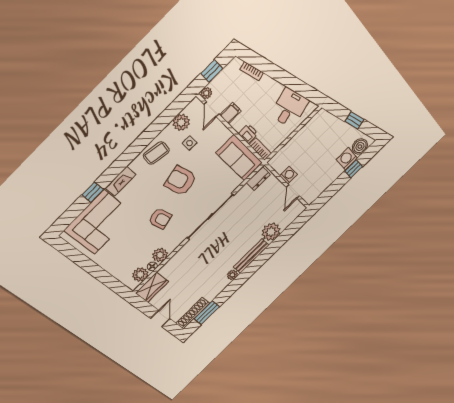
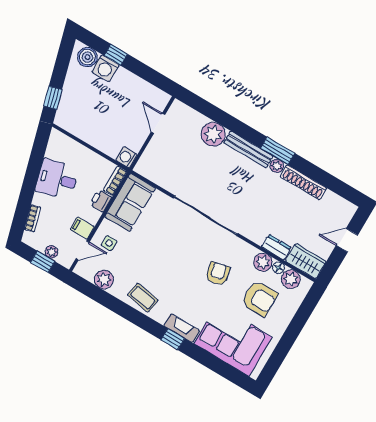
plant: (206, 93) -> (51, 252), moved
desk: (289, 108) -> (57, 179), moved
window: (355, 120) -> (53, 98), moved
side table: (190, 143) -> (109, 243), moved
washing machine: (288, 175) -> (126, 157), moved
dresser: (258, 179) -> (276, 247), moved
armchair: (181, 181) -> (259, 298), moved, turned -77
window: (93, 192) -> (173, 339), moved
door: (293, 192) -> (158, 123), swing flipped
shoe rack: (193, 313) -> (303, 182), moved
window: (207, 313) -> (278, 151), moved

